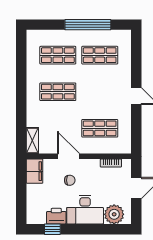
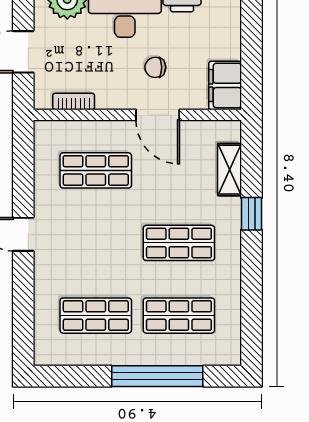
window: (88, 25) -> (157, 376), moved
window: (21, 106) -> (251, 214), added
shelving: (32, 141) -> (230, 170), moved

